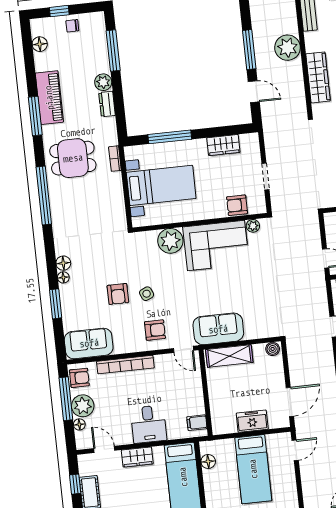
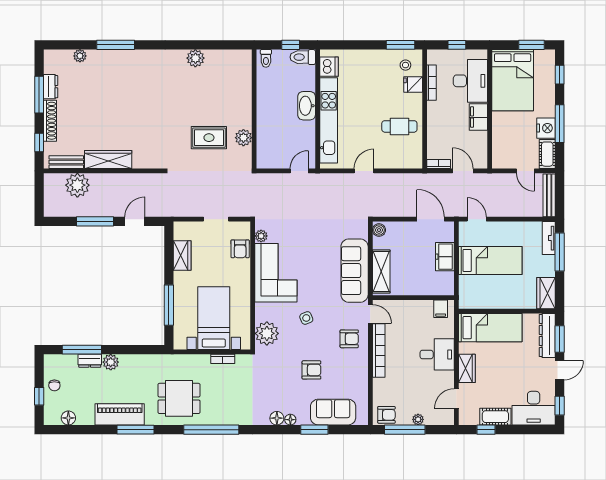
plant: (287, 48) -> (77, 185), moved
wardrobe: (318, 77) -> (108, 160), moved
dresser: (107, 104) -> (90, 361), moved
dining table: (73, 158) -> (179, 398), turned 90
bookcase: (115, 159) -> (223, 359), moved
plant: (170, 241) -> (267, 333), moved
side table: (147, 294) -> (306, 318), moved
sofa: (218, 329) -> (355, 271), width x1.36
armchair: (155, 330) -> (349, 339), turned 90
sofa: (89, 343) -> (333, 412), moved, turned 90
door: (183, 349) -> (370, 314), hinge flipped
bookcase: (125, 365) -> (379, 350), moved
armchair: (79, 378) -> (386, 415), turned 90
plant: (83, 406) -> (418, 419), width x0.53, depth x0.53
floor lamp: (79, 424) -> (430, 420), removed
floor lamp: (208, 461) -> (478, 302), removed

